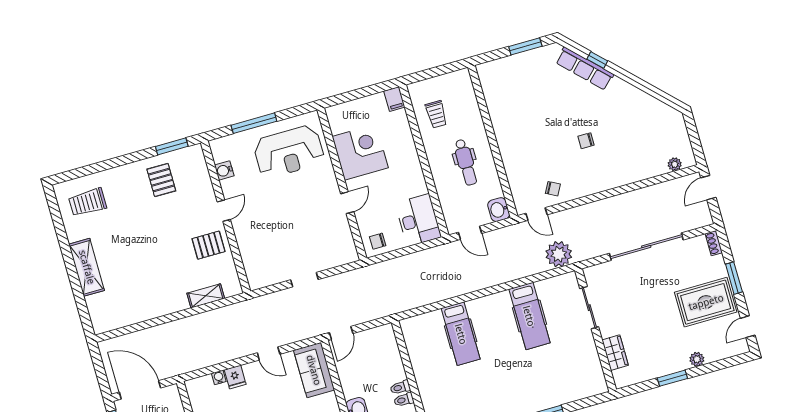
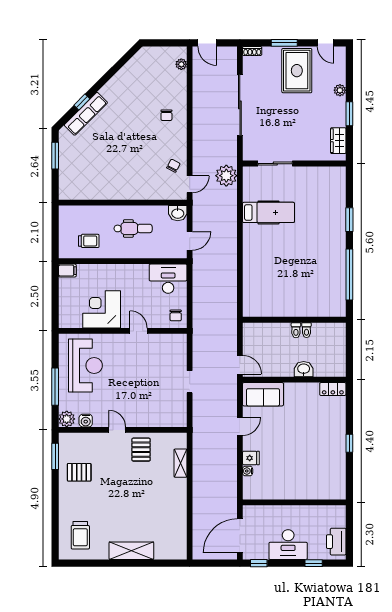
chair: (586, 141) -> (166, 115), moved
plant: (220, 148) -> (67, 419), added
hospital bed: (461, 334) -> (267, 271), removed
wardrobe: (615, 353) -> (338, 141), moved, turned -90

